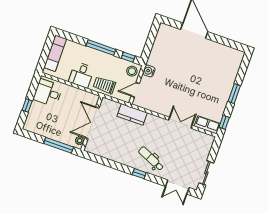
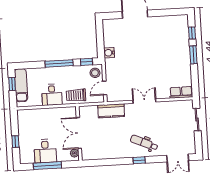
window: (47, 48) -> (12, 84), added
water cooler: (149, 71) -> (109, 53), moved
desk: (48, 93) -> (45, 151), moved, turned -90
window: (224, 122) -> (192, 33), moved
double door: (180, 123) -> (144, 101), moved
window: (59, 145) -> (47, 166), moved
sliding door: (206, 173) -> (197, 119), moved

